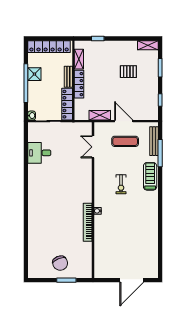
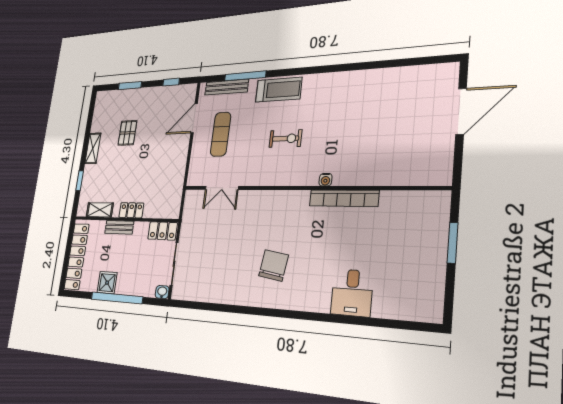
shelving: (148, 45) -> (93, 148), moved
locker: (79, 84) -> (131, 210), width x0.66
locker: (67, 104) -> (163, 231), width x0.66
shelving: (100, 115) -> (178, 177), removed
door: (124, 121) -> (194, 118), moved
desk: (39, 153) -> (352, 293), moved
treadmill: (150, 176) -> (279, 90), turned 180
chair: (60, 263) -> (274, 265), moved, turned -59
door: (132, 280) -> (461, 111), hinge flipped

